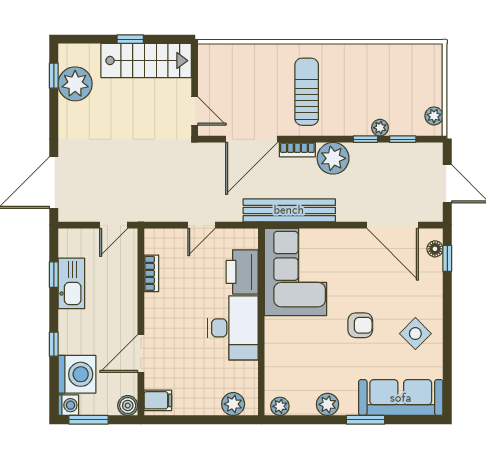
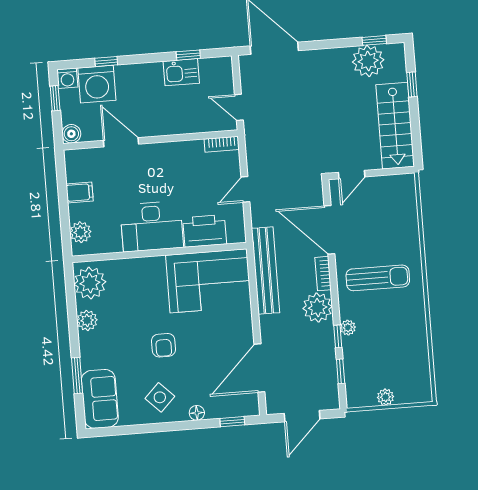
window: (130, 39) -> (412, 84), moved
plant: (434, 116) -> (386, 397), moved
plant: (380, 128) -> (348, 328), moved
door: (201, 225) -> (245, 189), hinge flipped
floor lamp: (435, 249) -> (197, 413), moved
bookcase: (151, 273) -> (222, 144), moved
kitchen sink: (71, 283) -> (181, 72), width x0.73
window: (54, 344) -> (106, 62), moved
sofa: (401, 398) -> (100, 399), width x0.73
filing cabinet: (158, 400) -> (80, 192), moved, turned -90
plant: (280, 406) -> (90, 283), width x1.88, depth x1.88
window: (89, 420) -> (55, 98), width x0.67
window: (366, 420) -> (77, 376), moved

